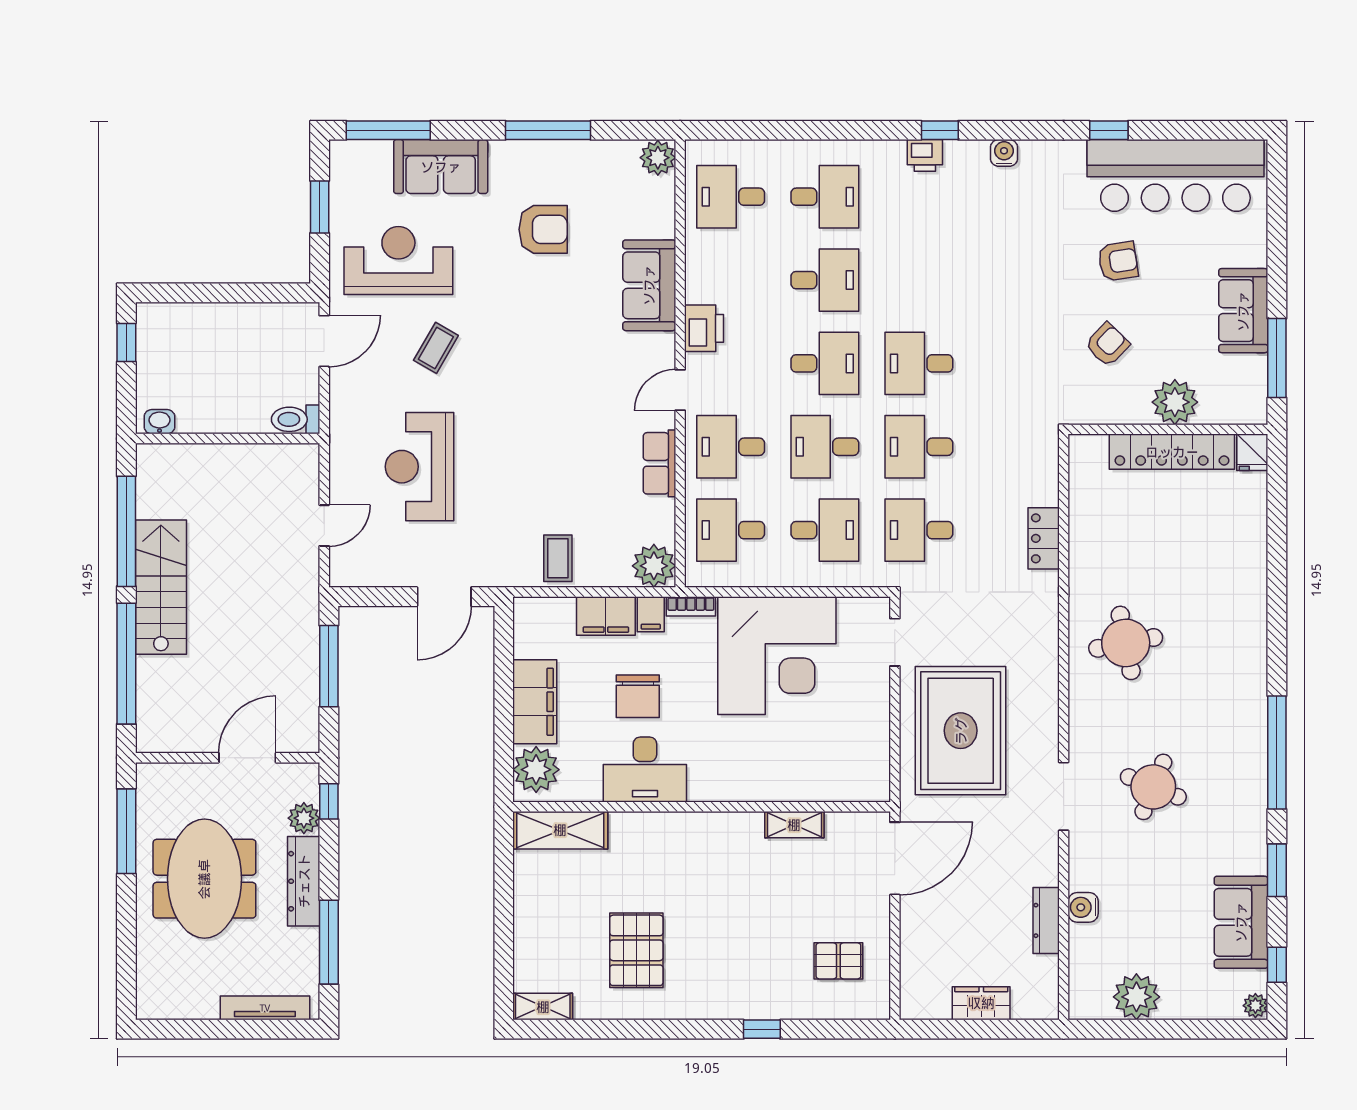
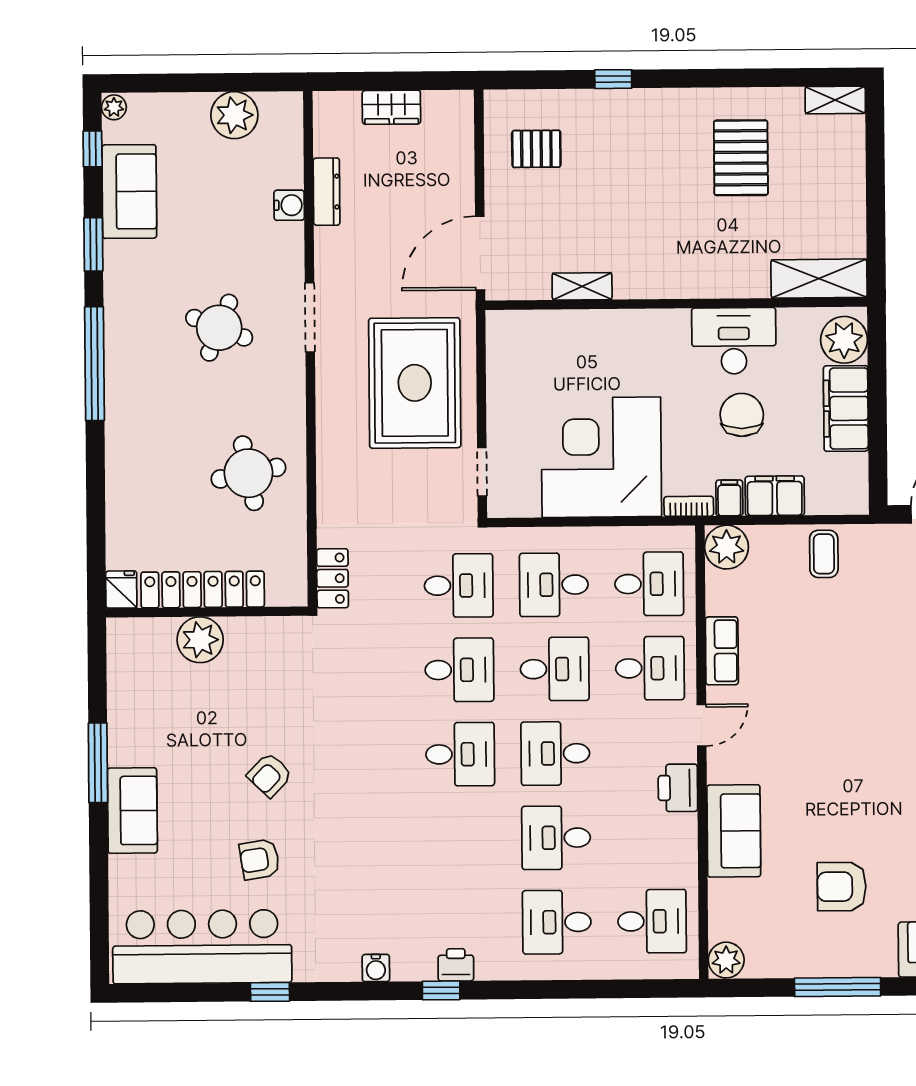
plant: (1175, 402) -> (200, 640), moved
wall: (1168, 429) -> (207, 612), moved
locker: (1172, 452) -> (203, 590), moved
fridge: (1252, 452) -> (121, 590), moved

